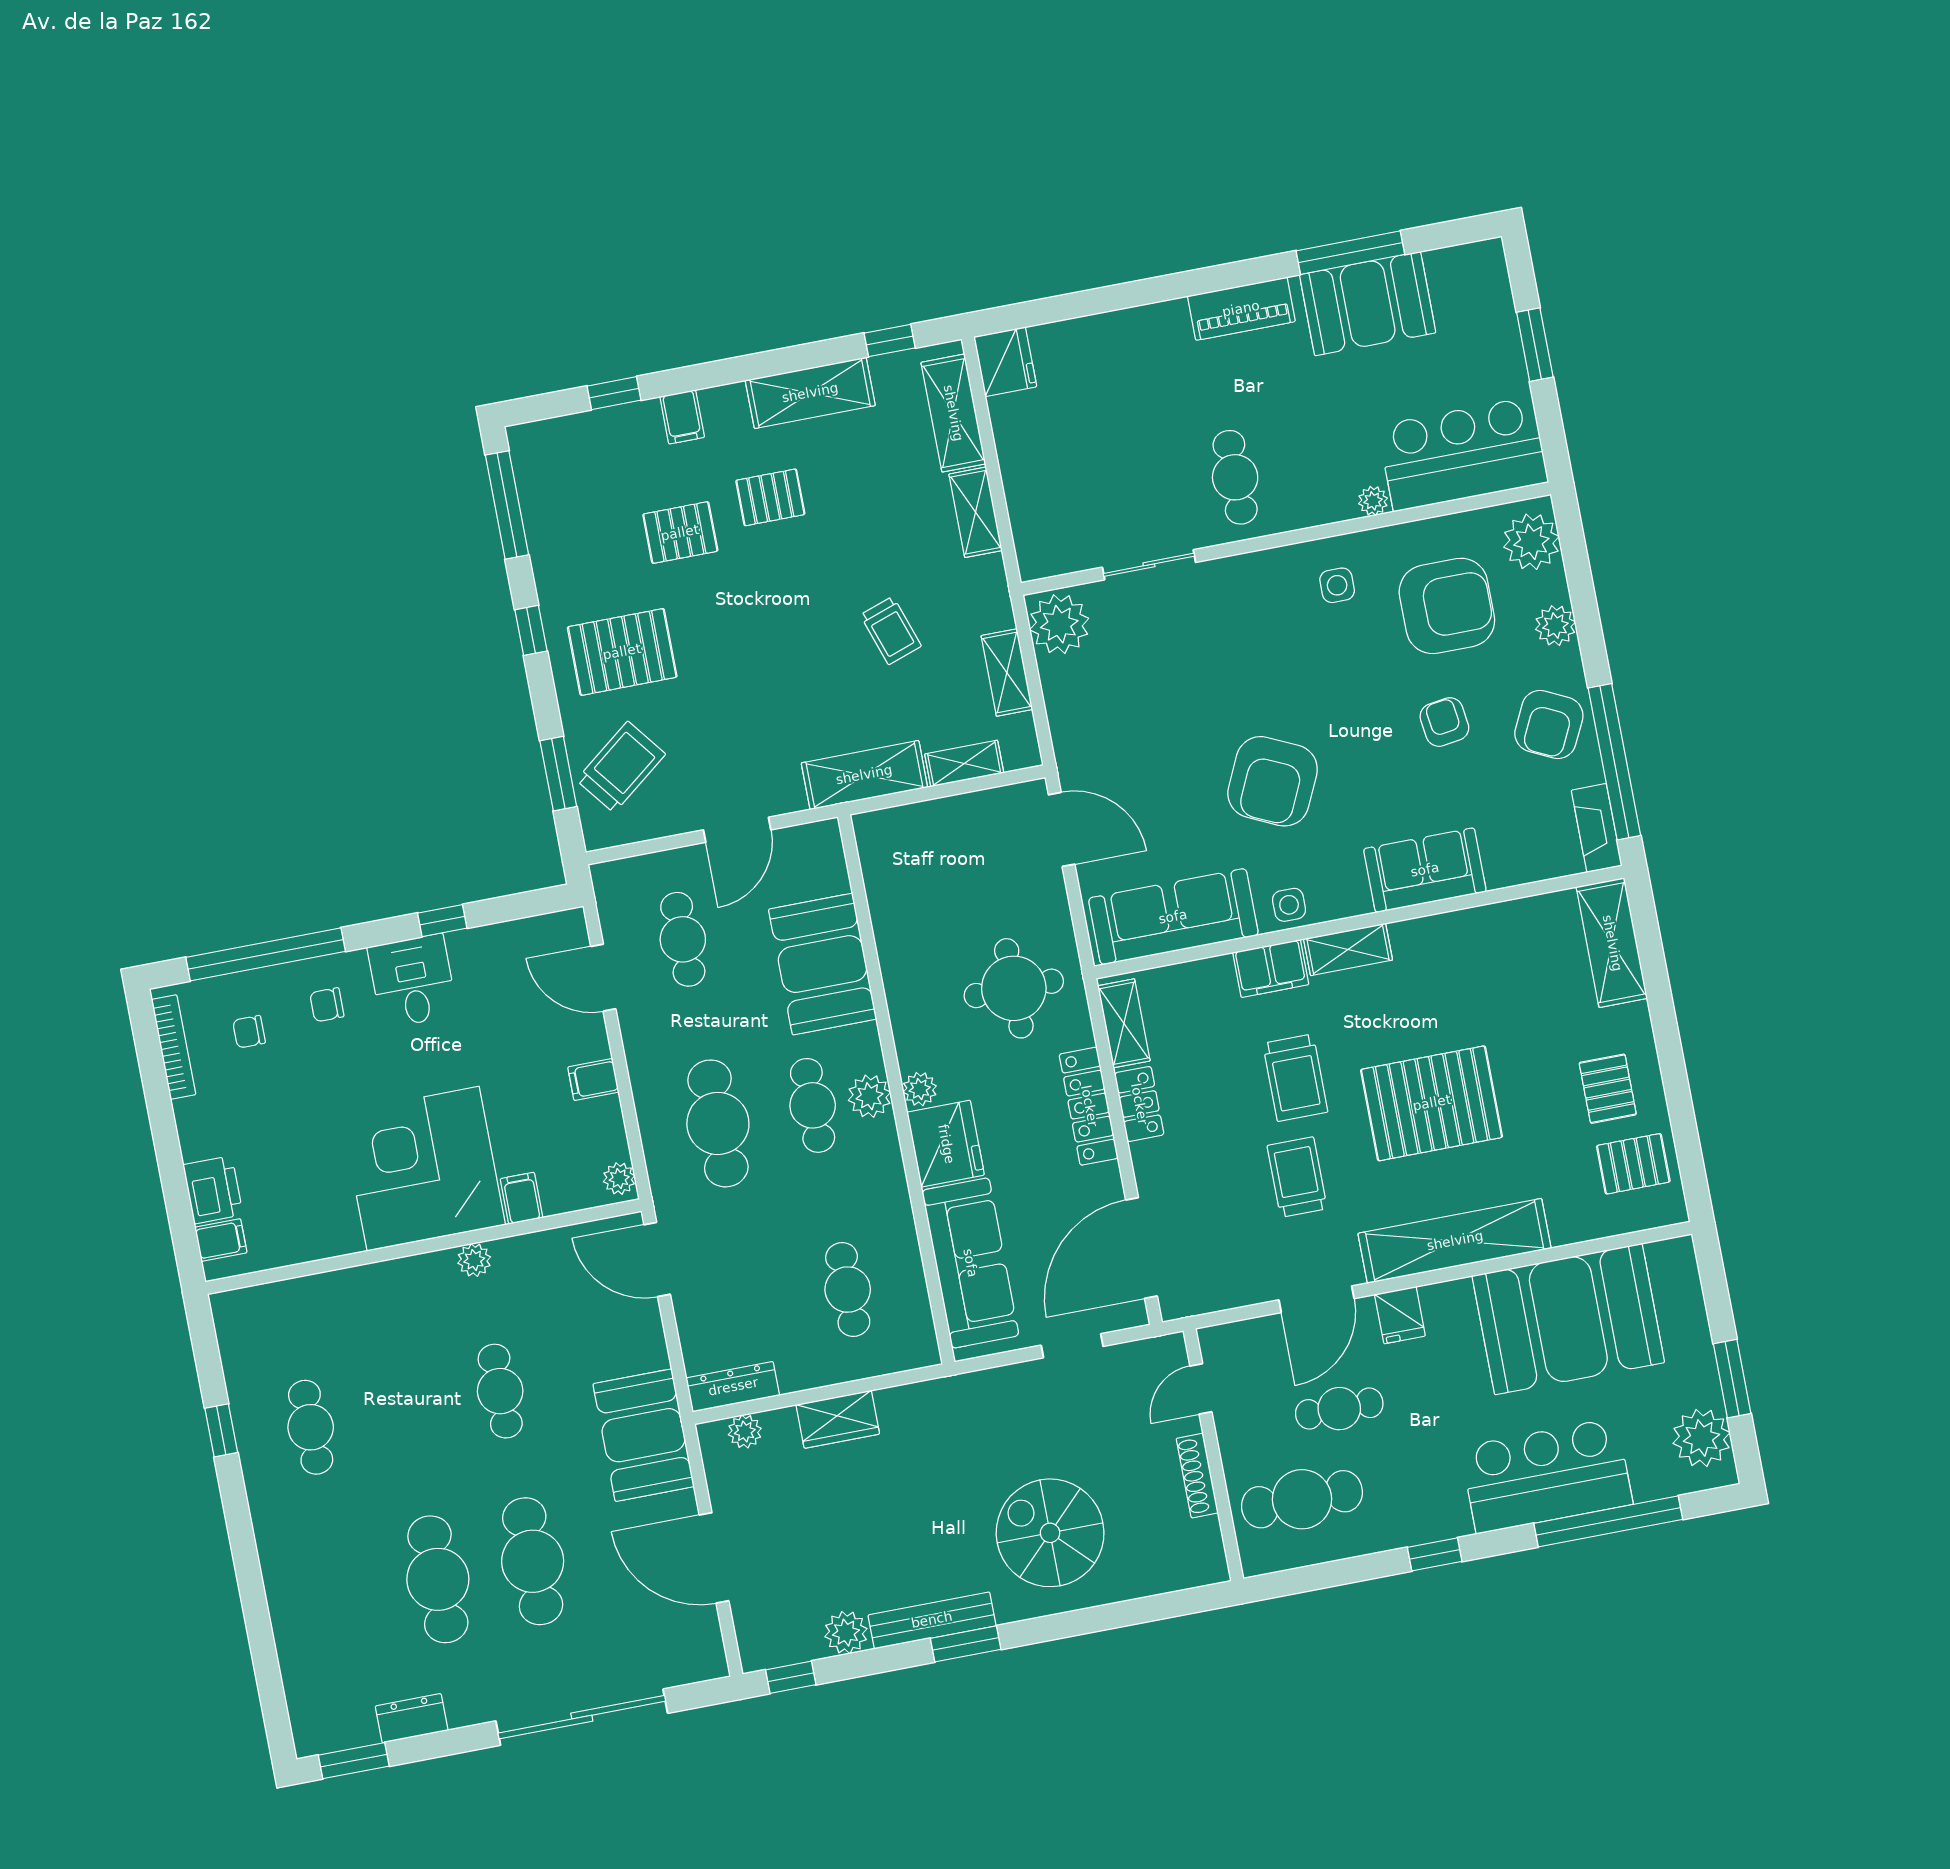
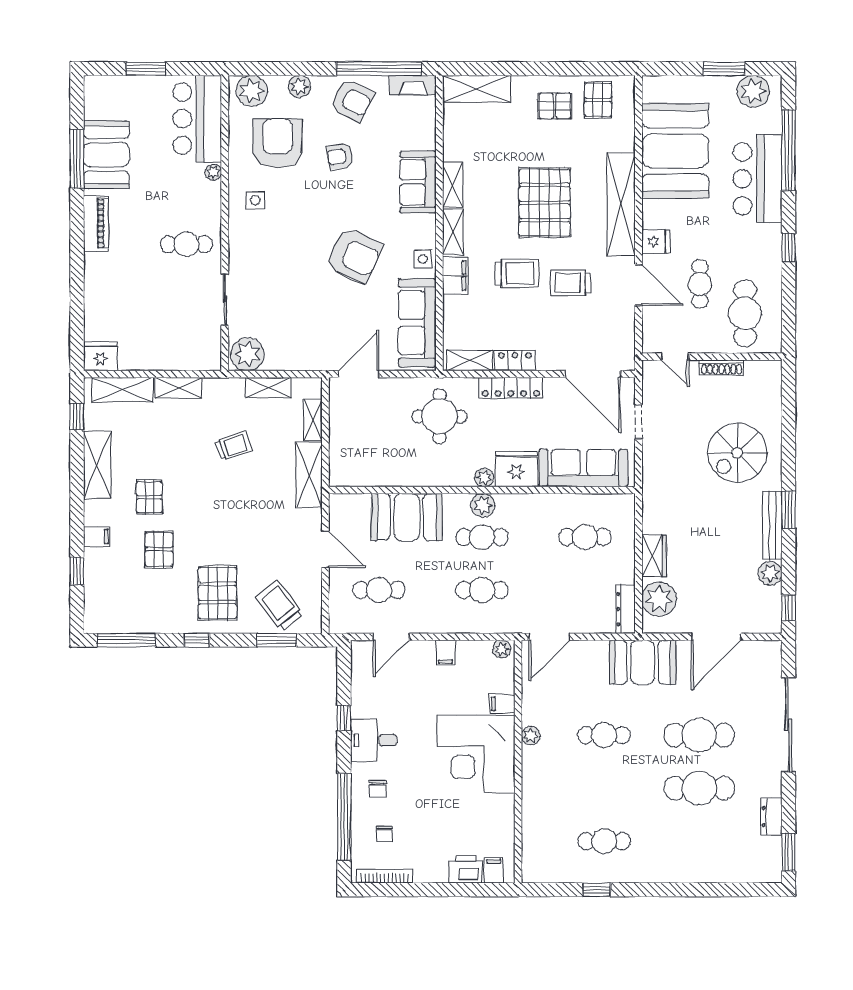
shelving: (1432, 933) -> (453, 185), added
cafe table: (718, 1123) -> (482, 590), width x0.73, depth x0.74
plant: (745, 1431) -> (659, 599), width x1.87, depth x1.87

